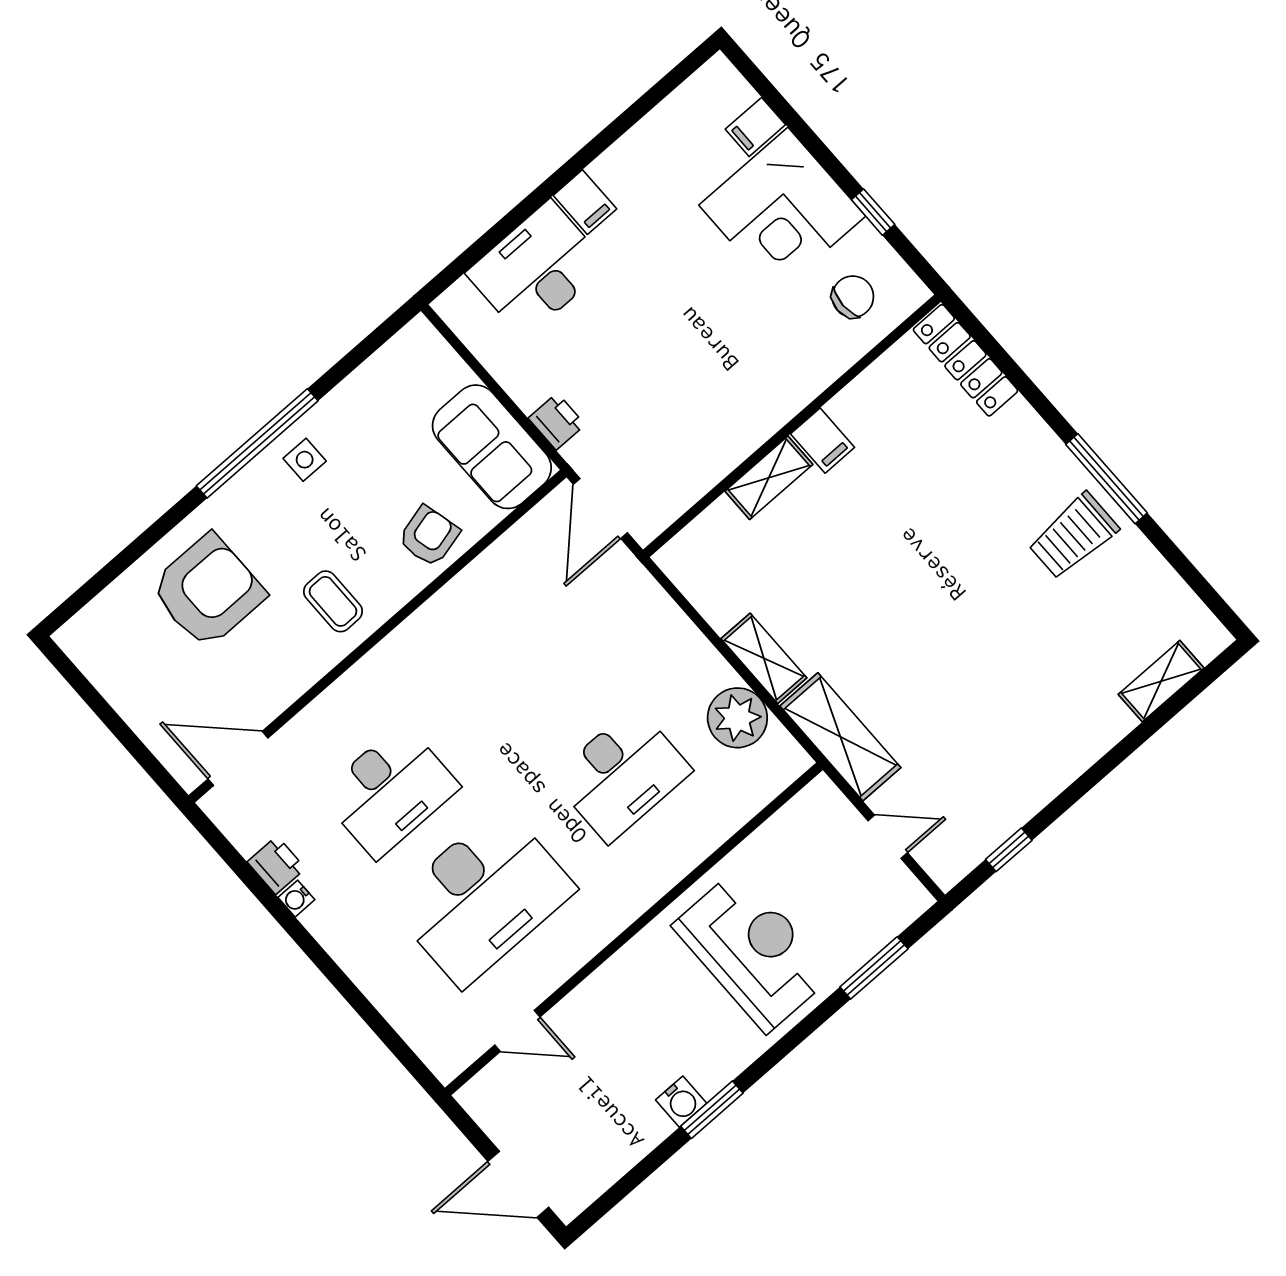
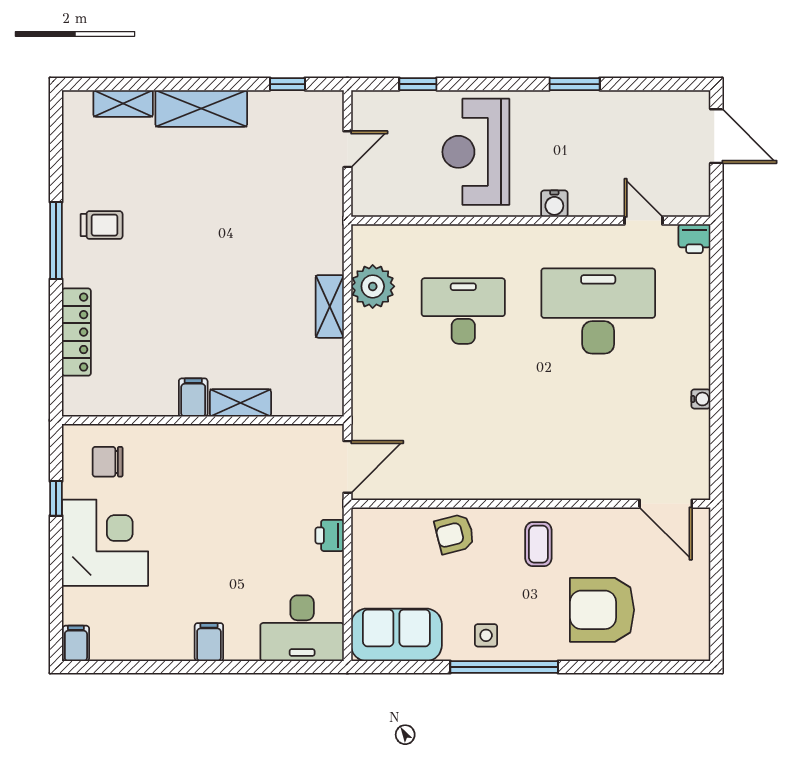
filing cabinet: (755, 127) -> (76, 643), moved, turned -90
desk: (537, 269) -> (302, 628), moved
locker: (965, 360) -> (76, 332), moved
sofa: (492, 447) -> (396, 635), moved, turned -90
trolley: (1073, 536) -> (102, 225), width x0.73, depth x0.72
shelving: (840, 737) -> (201, 108), moved, turned 90
desk: (390, 791) -> (598, 413), removed
door: (888, 837) -> (347, 149), swing flipped
printer: (276, 865) -> (694, 239), moved, turned -90
window: (874, 968) -> (418, 84), width x0.67
water cooler: (681, 1102) -> (554, 204), moved, turned 180

